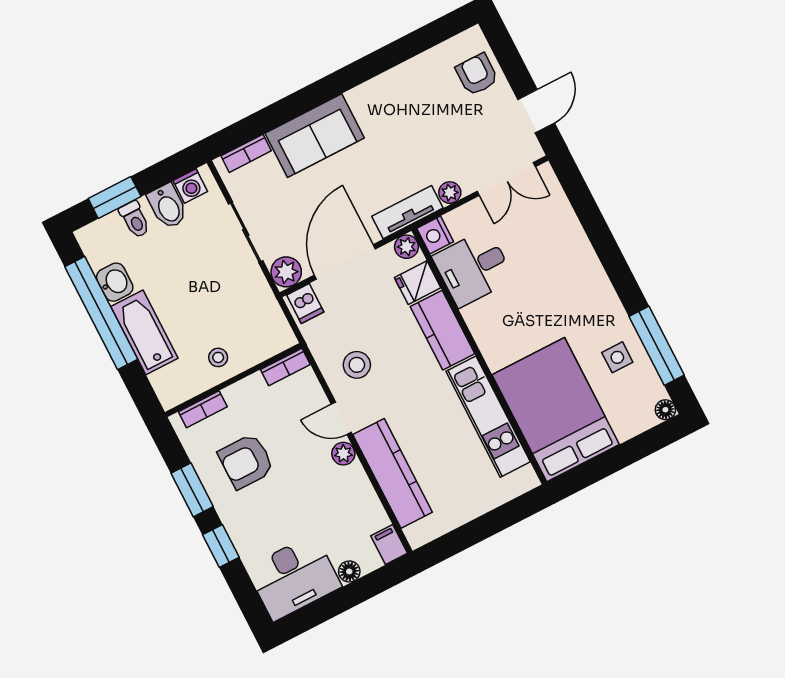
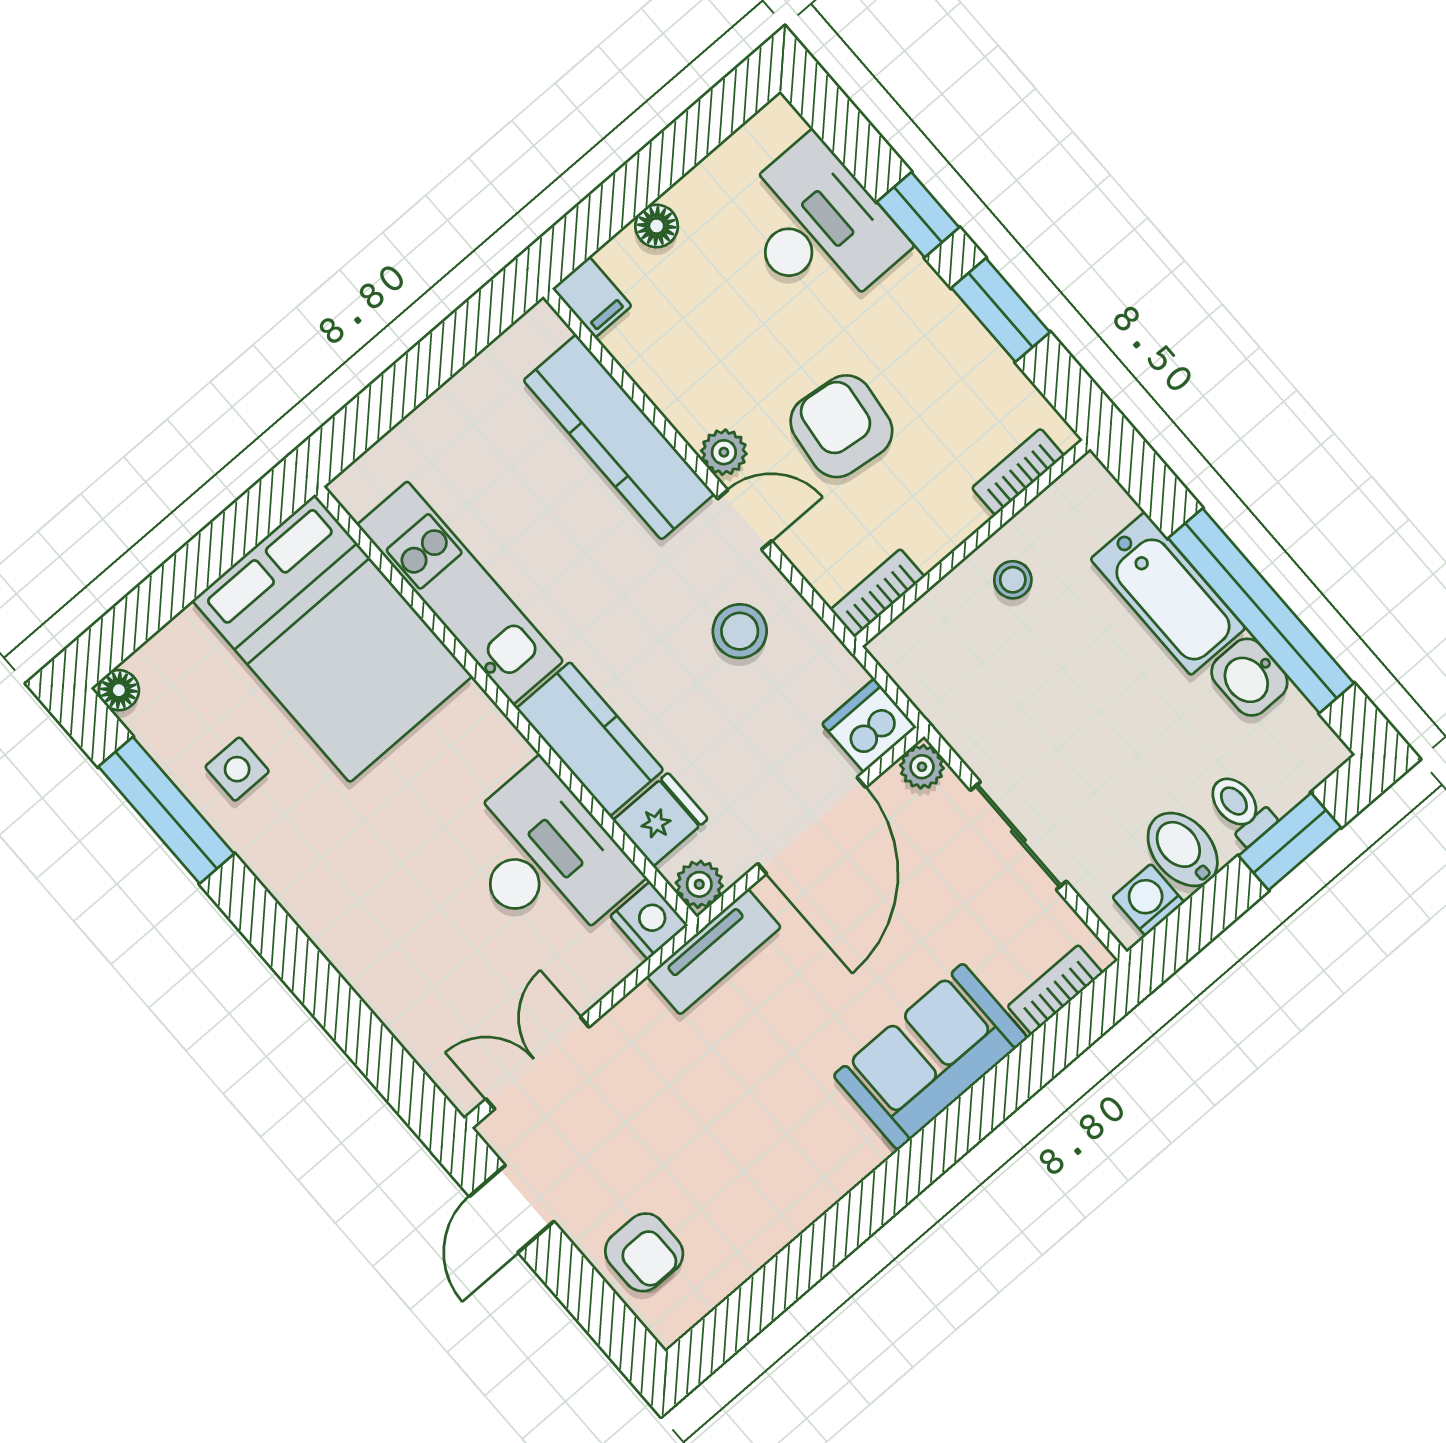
plant: (450, 193) -> (641, 1010), removed
desk: (473, 268) -> (545, 858), width x1.37
plant: (286, 272) -> (922, 767), width x0.73, depth x0.73
dishwasher: (305, 304) -> (869, 726), width x1.38
armchair: (246, 461) -> (841, 426), moved, turned -83
desk: (294, 577) -> (817, 227), moved, turned 90

